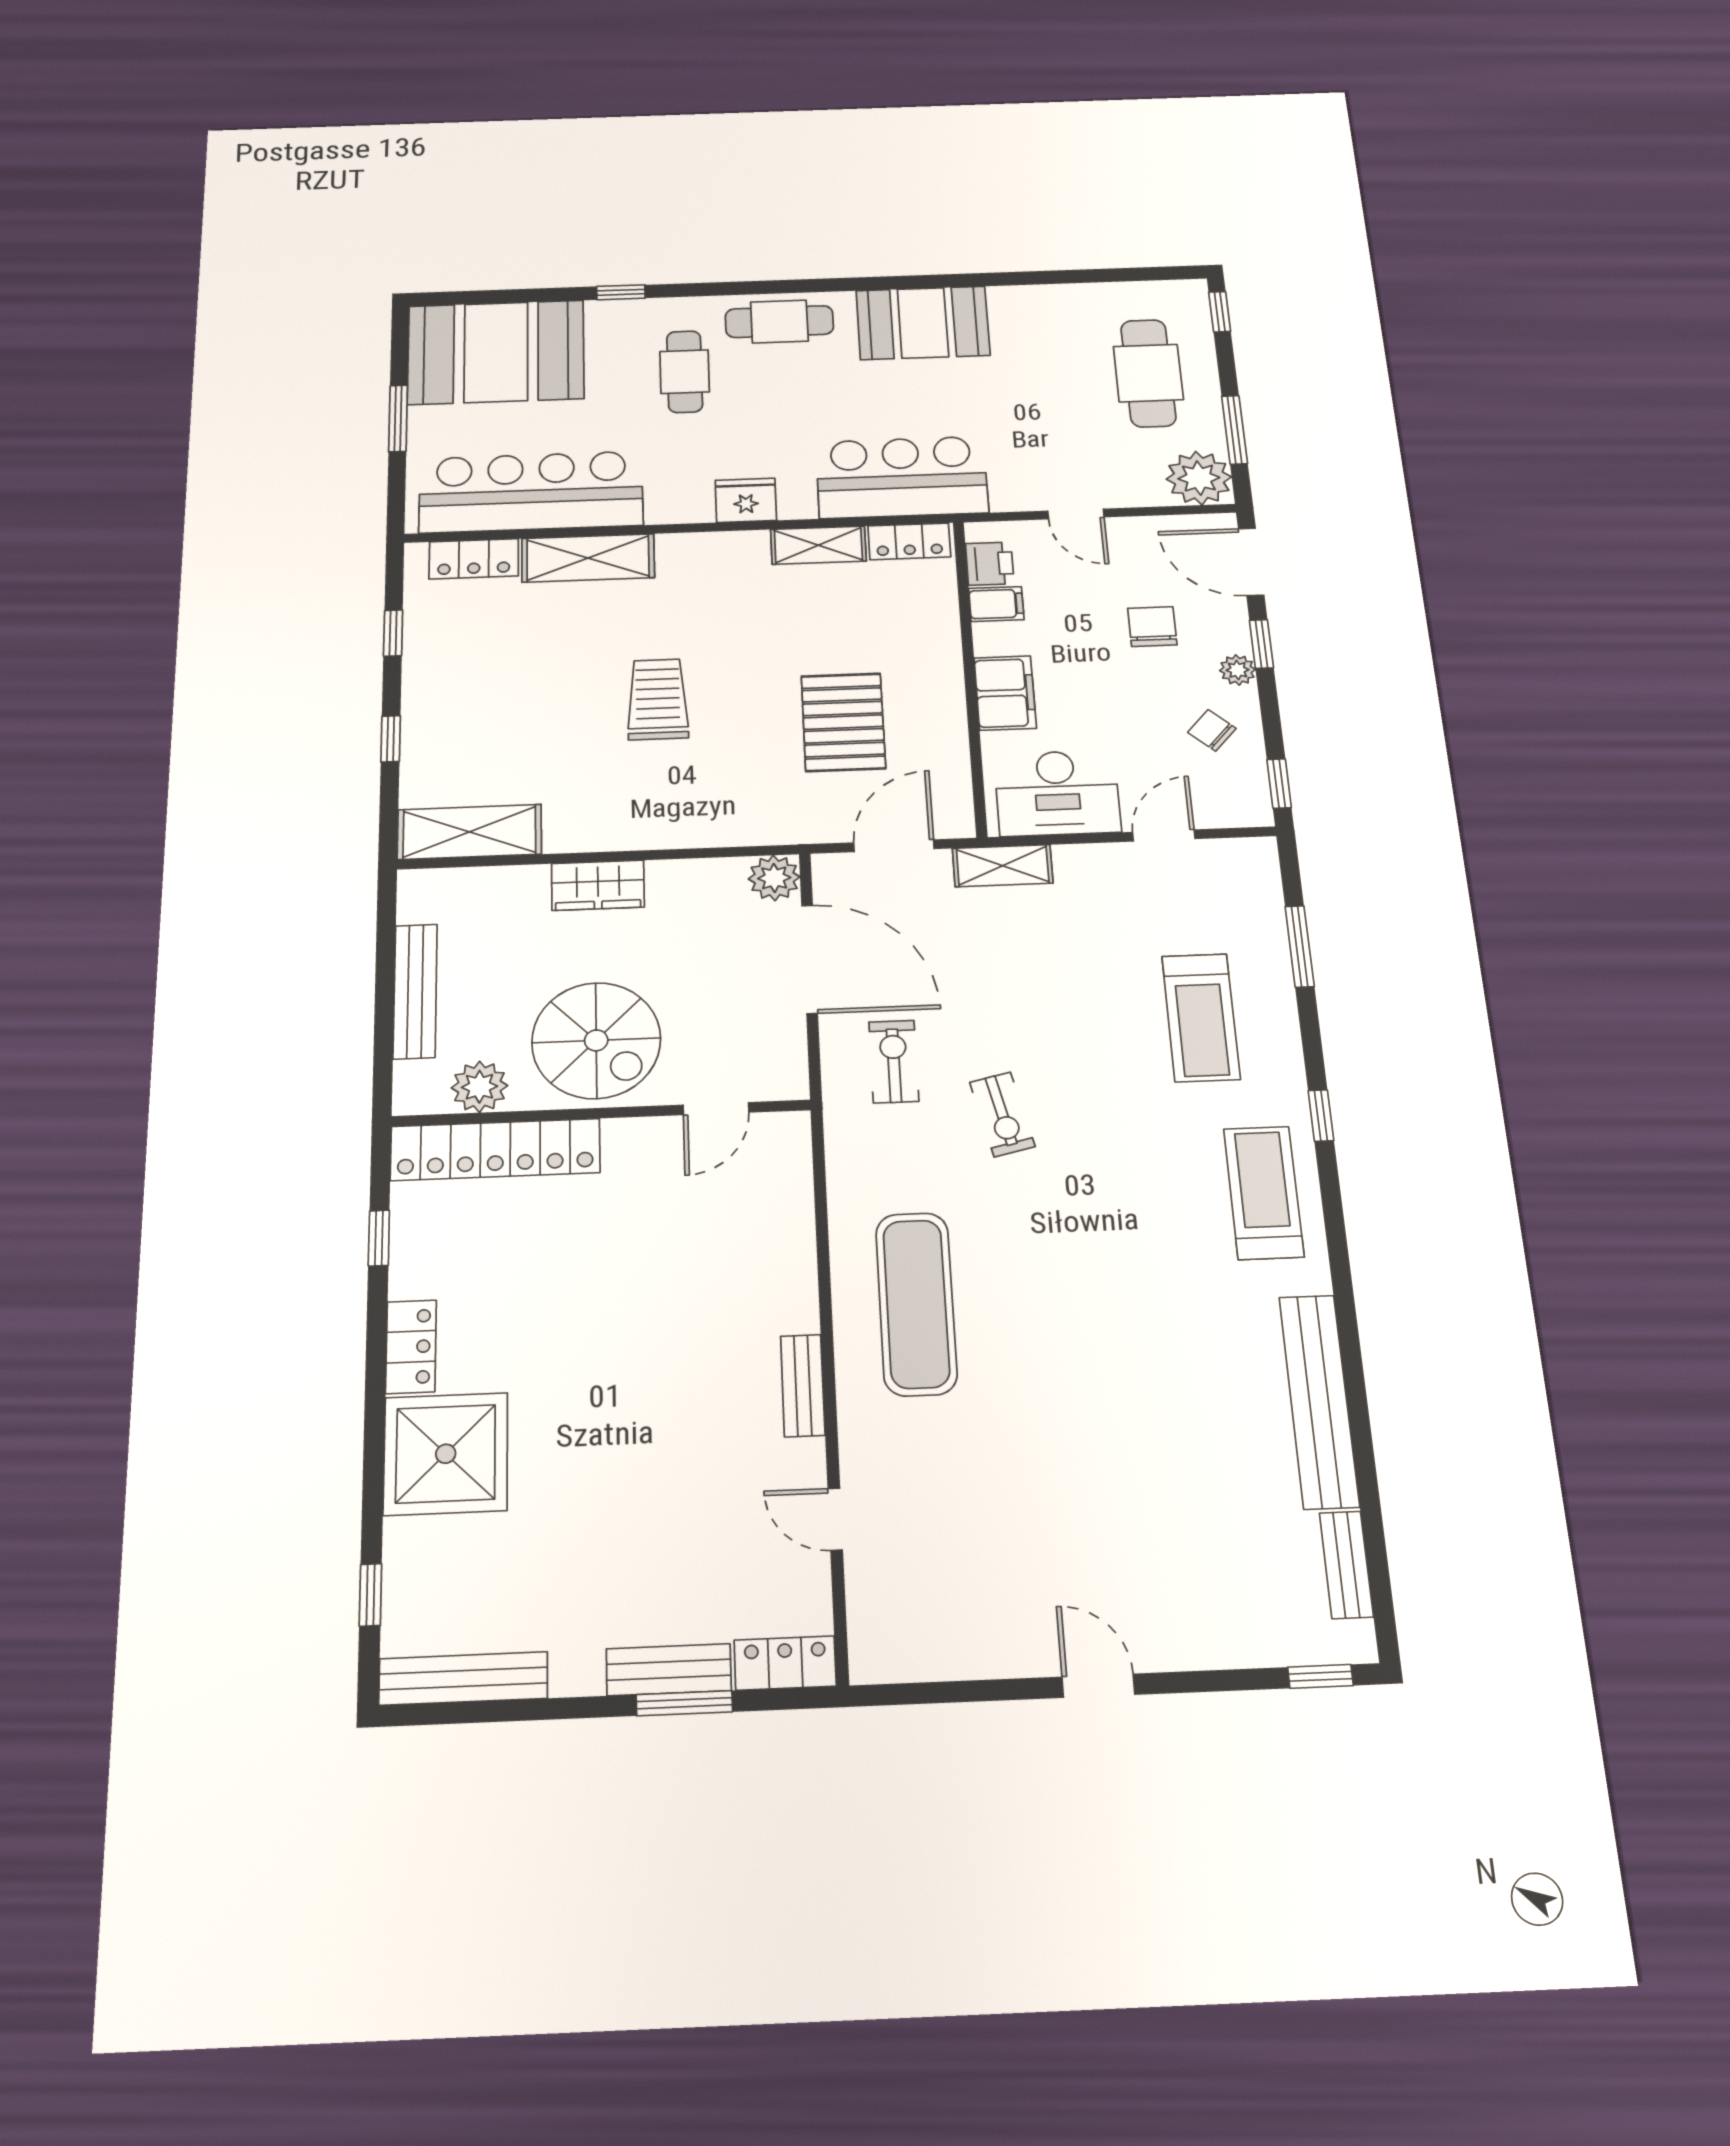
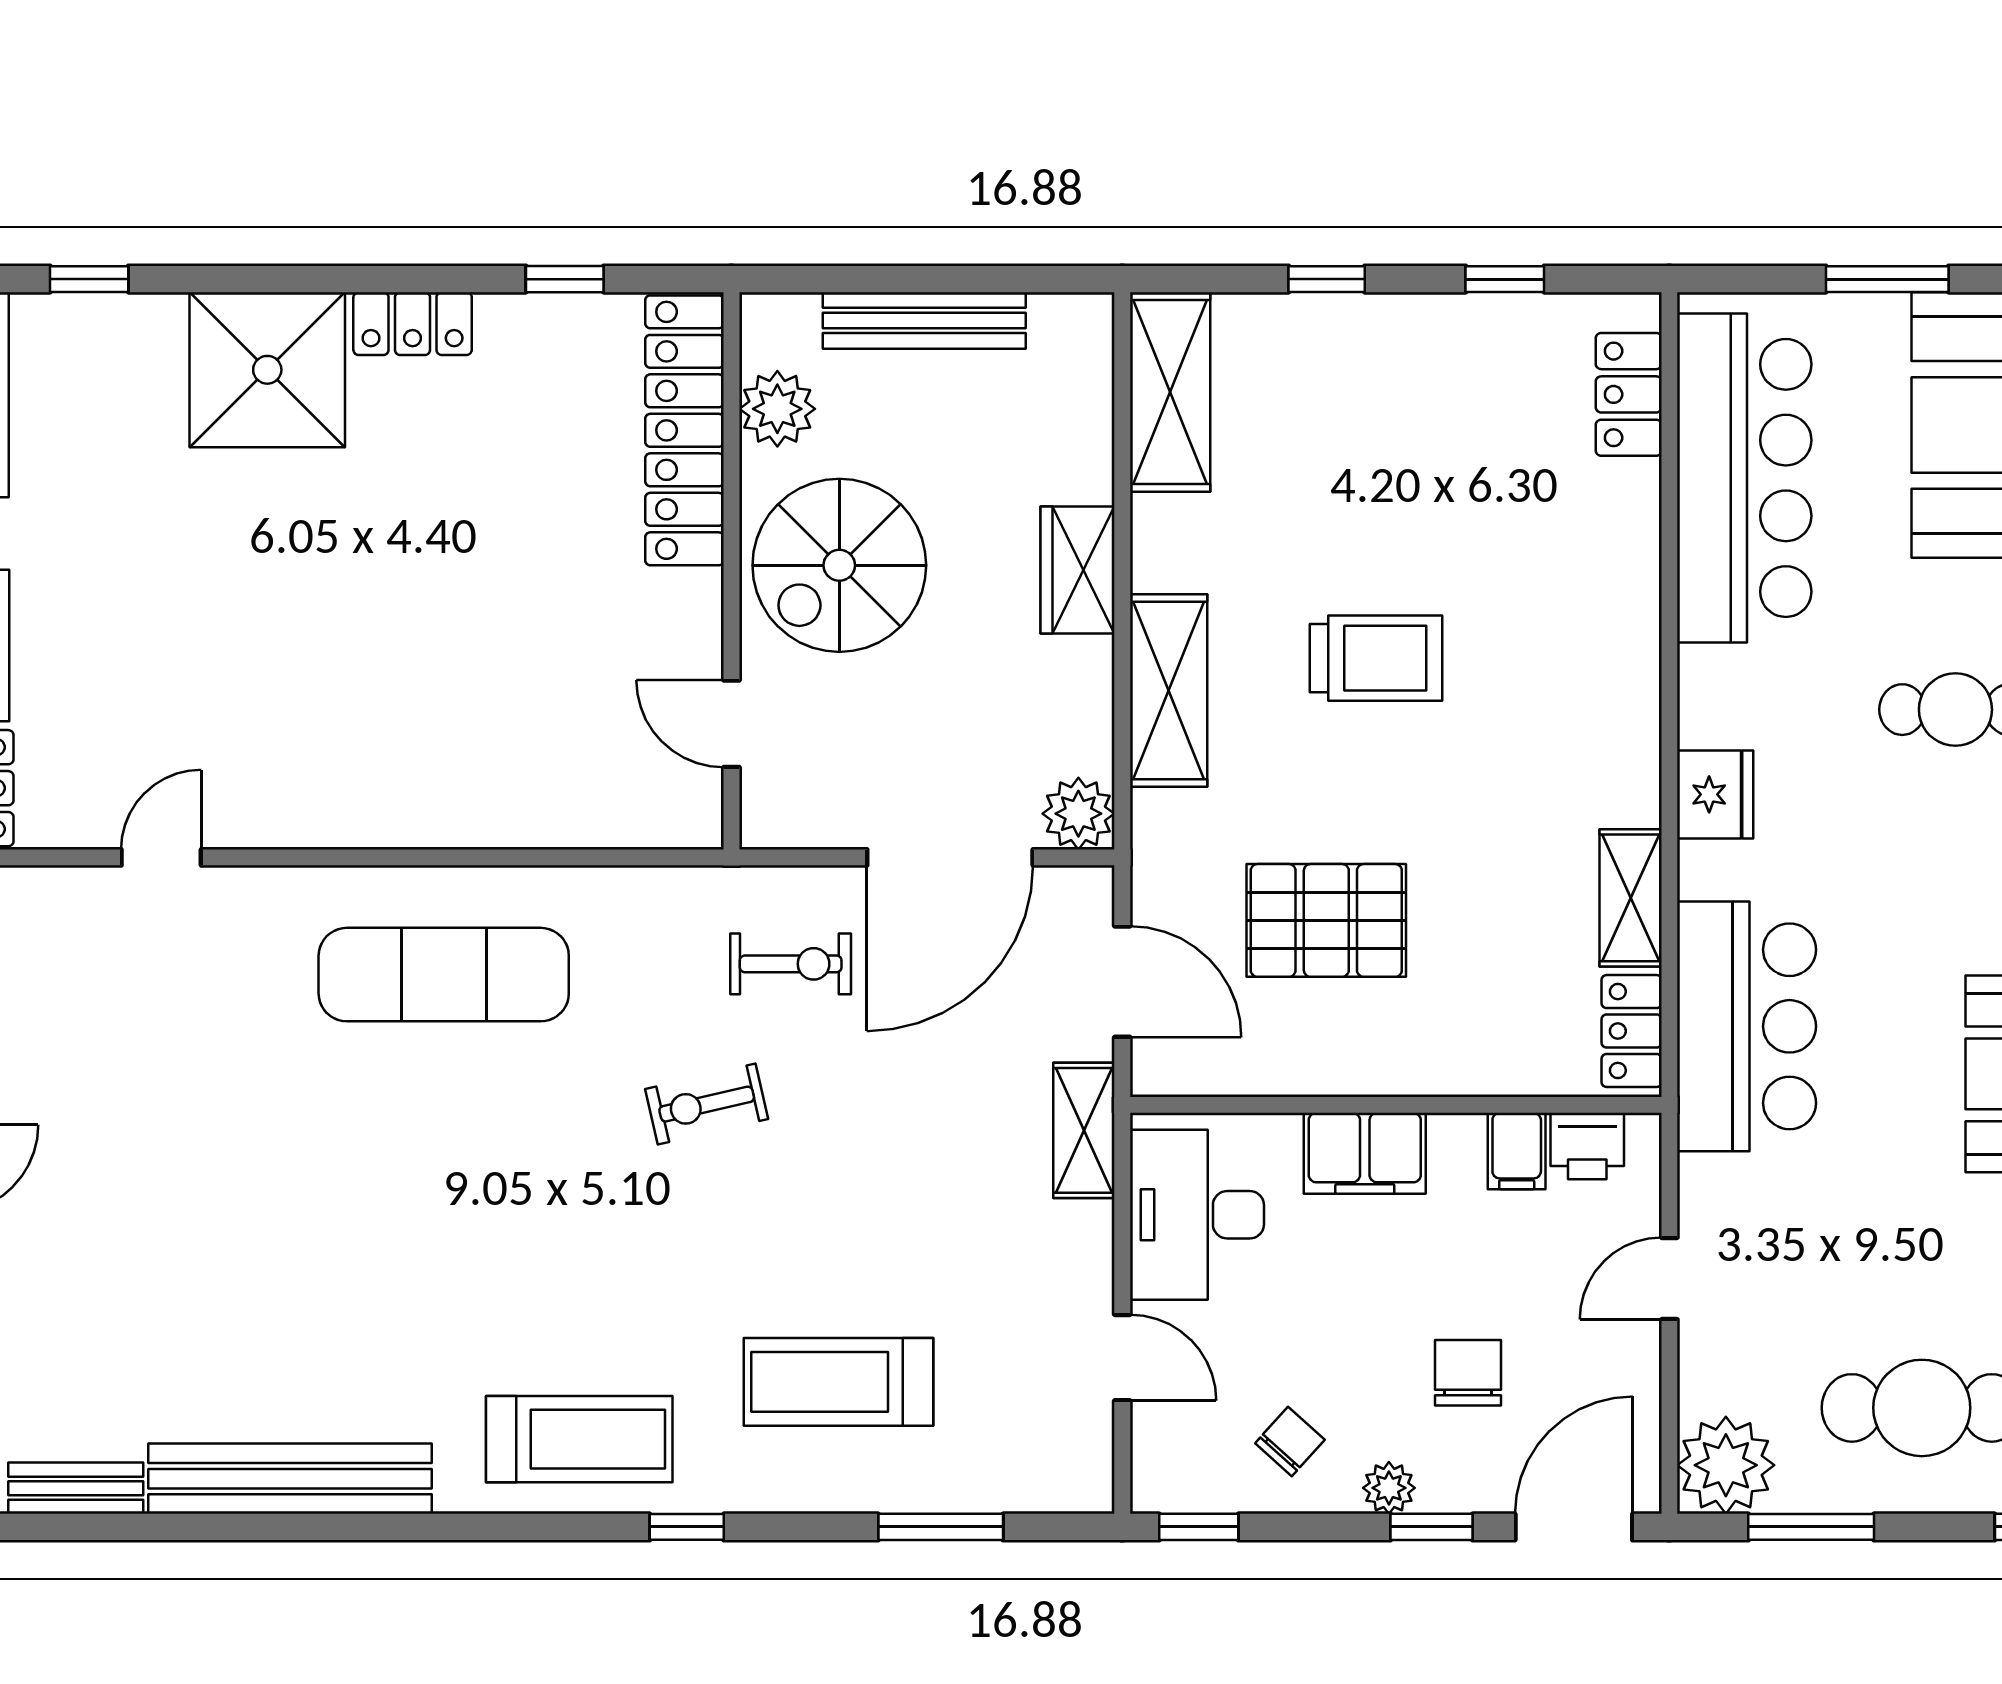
shelving: (588, 558) -> (1169, 690), moved
chair: (1152, 627) -> (1468, 1373), turned -90
bench: (803, 1385) -> (339, 824), removed

